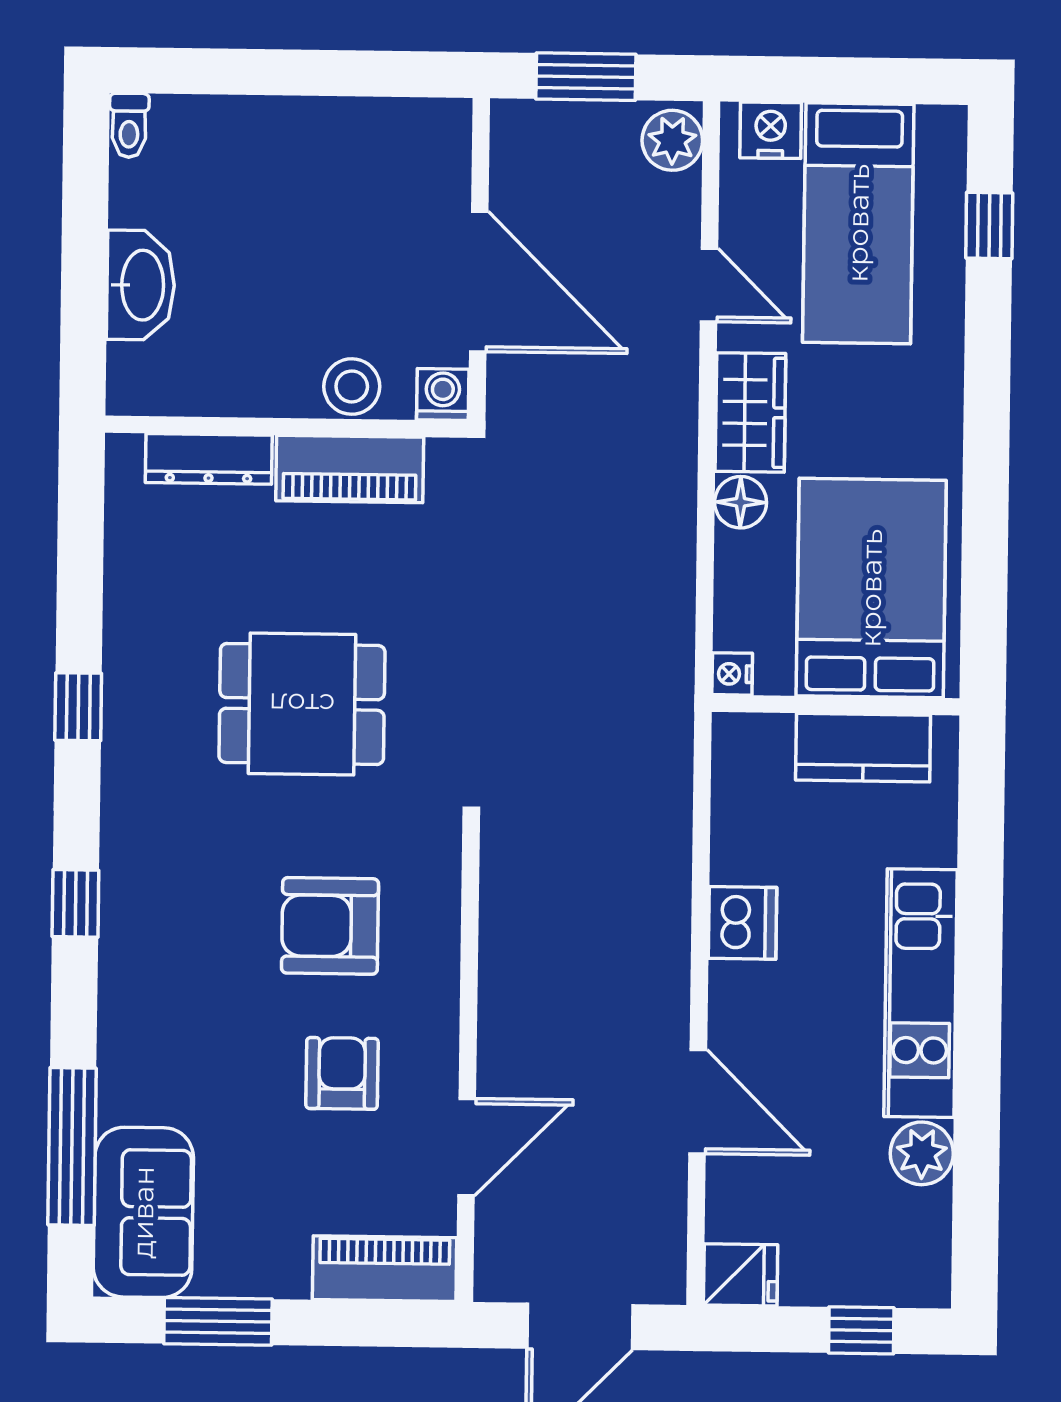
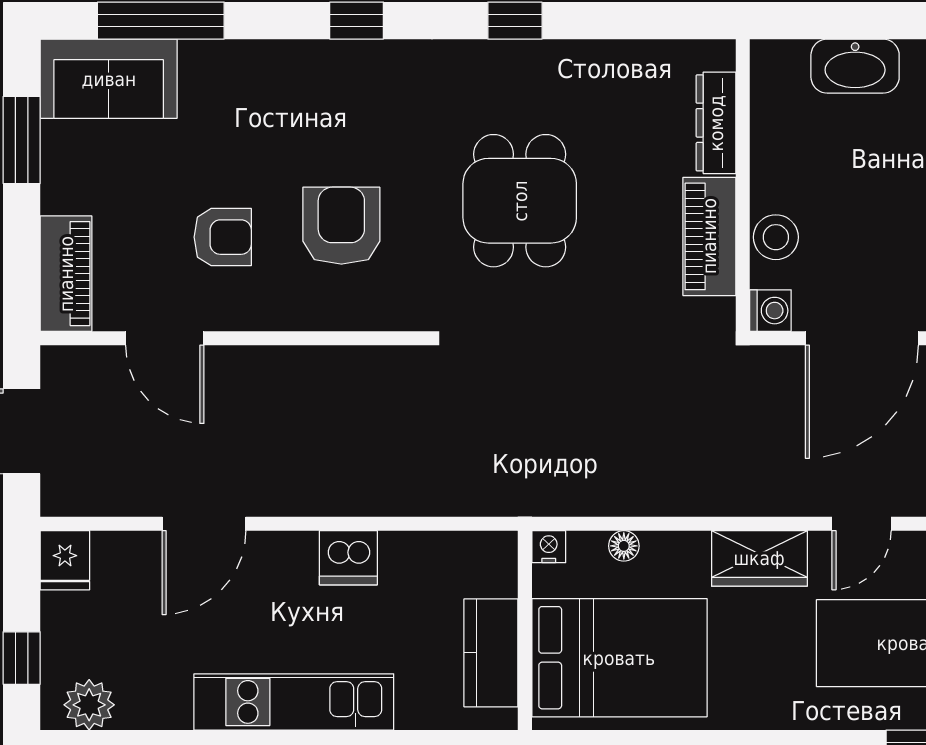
floor lamp: (741, 502) -> (624, 546), moved, width x0.73, depth x0.73
plant: (922, 1153) -> (89, 705), moved

